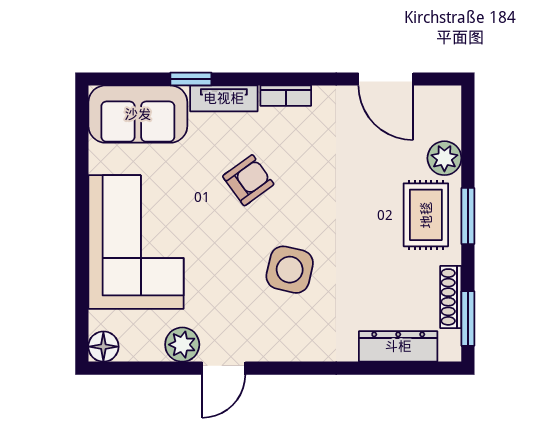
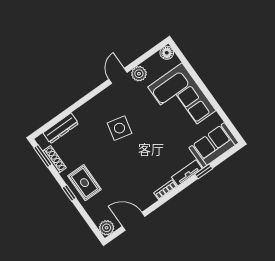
plant: (444, 158) -> (107, 228), moved
armchair: (248, 180) -> (157, 150), removed
window: (468, 216) -> (69, 193), width x0.67

